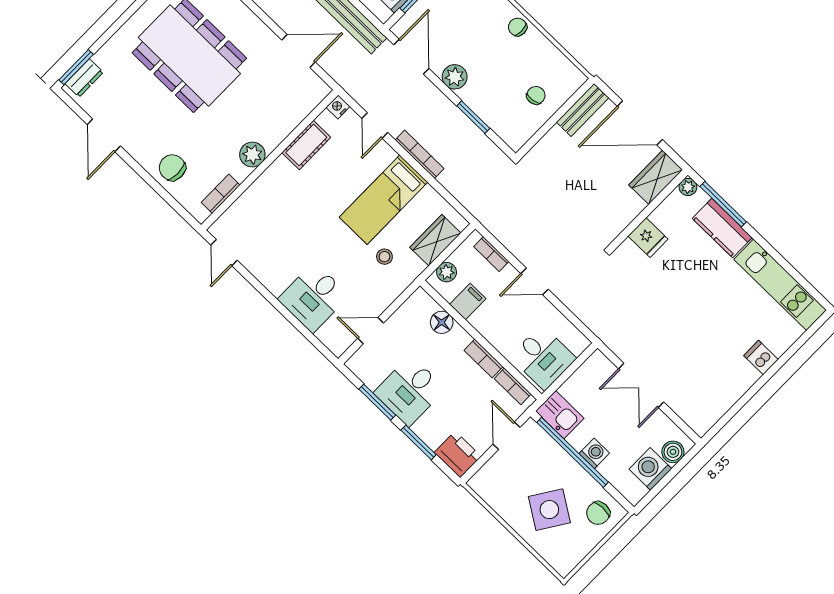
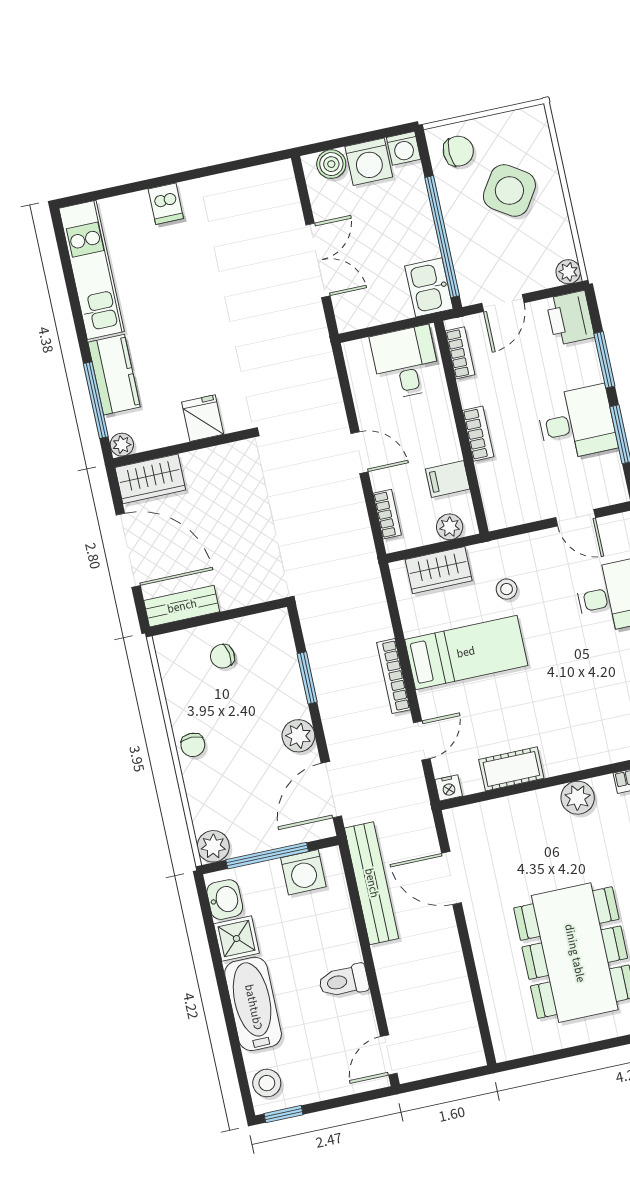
floor lamp: (442, 322) -> (491, 475), removed
bookcase: (483, 358) -> (478, 434), moved
washing machine: (594, 453) -> (404, 148), moved, turned -90
plant: (478, 483) -> (568, 272), added

